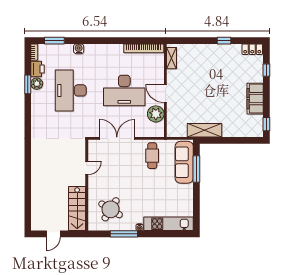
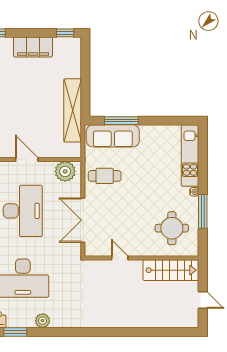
plant: (37, 84) -> (43, 321), moved
door: (165, 94) -> (27, 159), swing flipped
plant: (156, 114) -> (65, 171), moved
shelving: (204, 130) -> (73, 110), width x1.47
round table: (111, 209) -> (172, 228), turned -32

